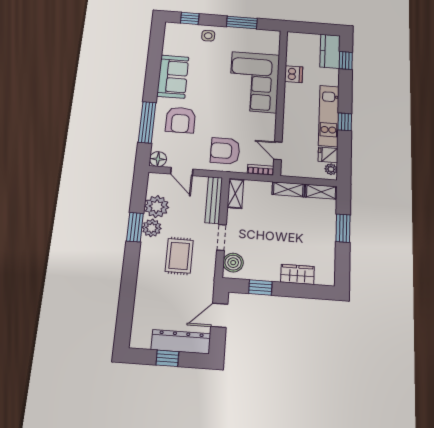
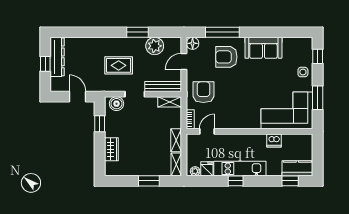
corner sofa: (254, 82) -> (287, 110), moved
plant: (152, 228) -> (138, 44), removed
dresser: (181, 342) -> (57, 57), moved

